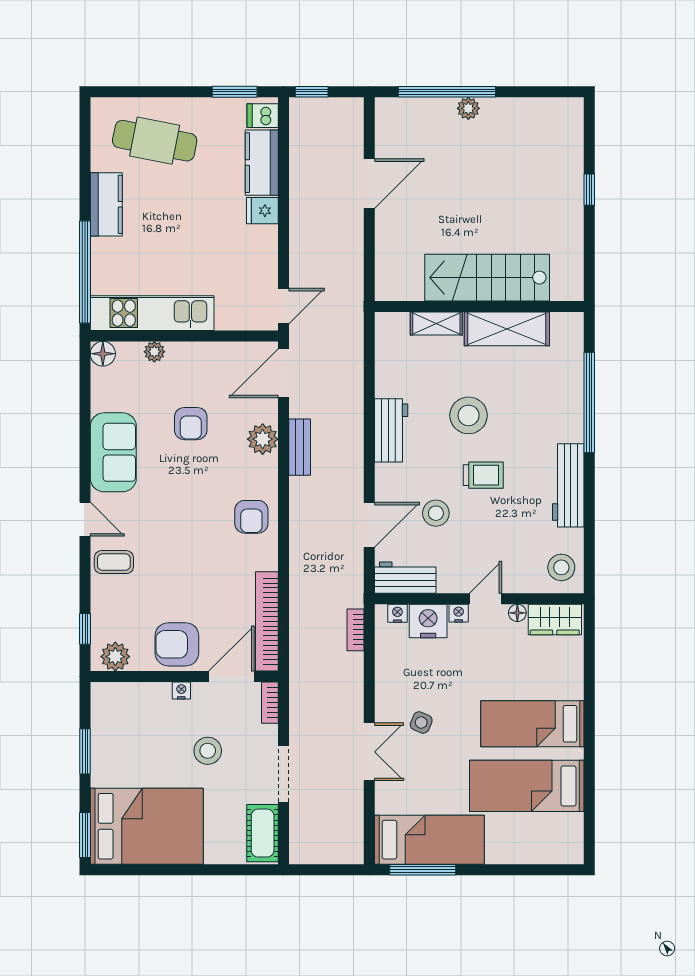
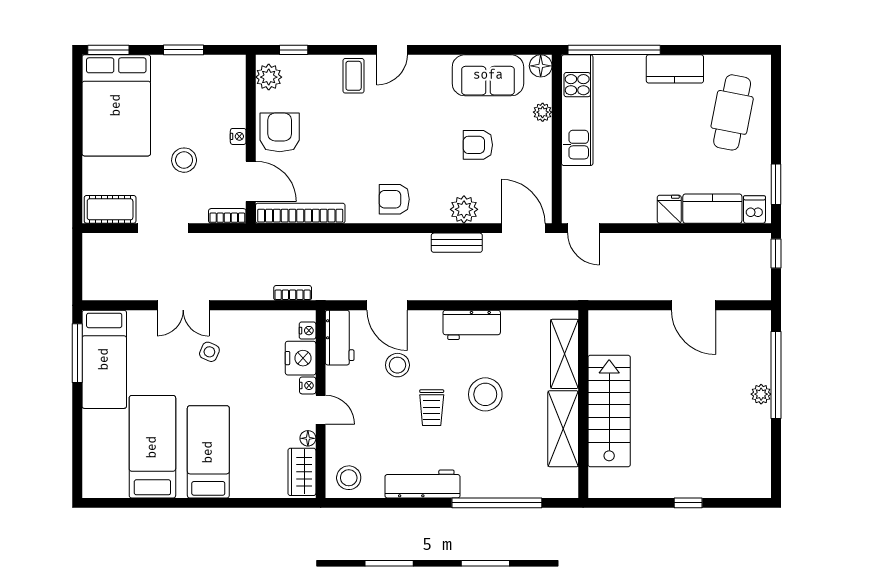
shelving: (436, 323) -> (564, 354), width x1.50, depth x1.33
sofa: (113, 452) -> (488, 75), moved

